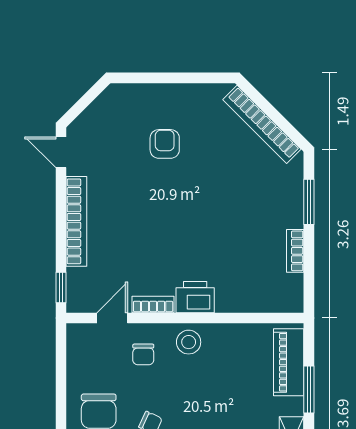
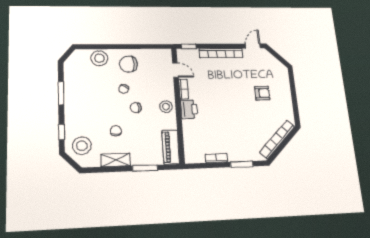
chair: (143, 354) -> (136, 108), moved
piano: (289, 362) -> (171, 147), moved, turned -90

